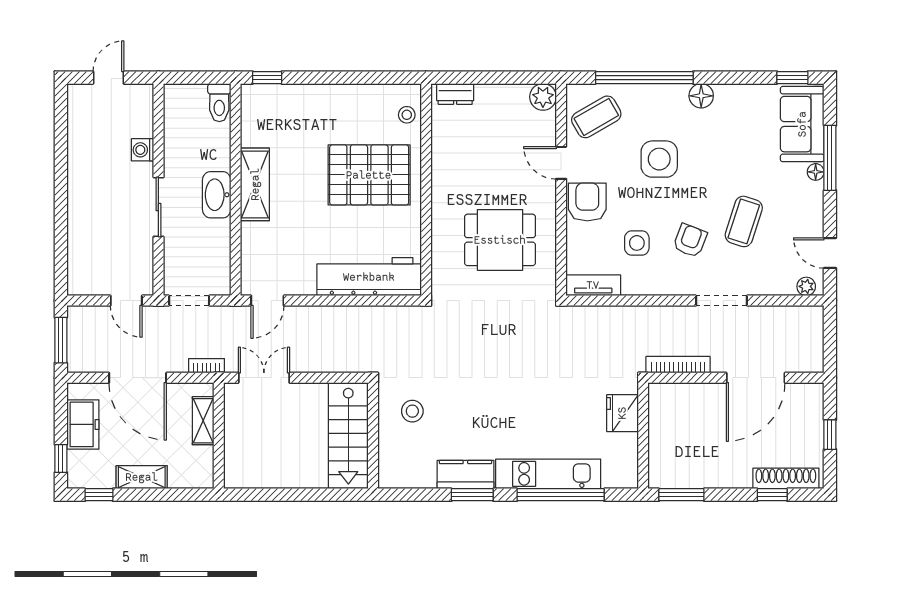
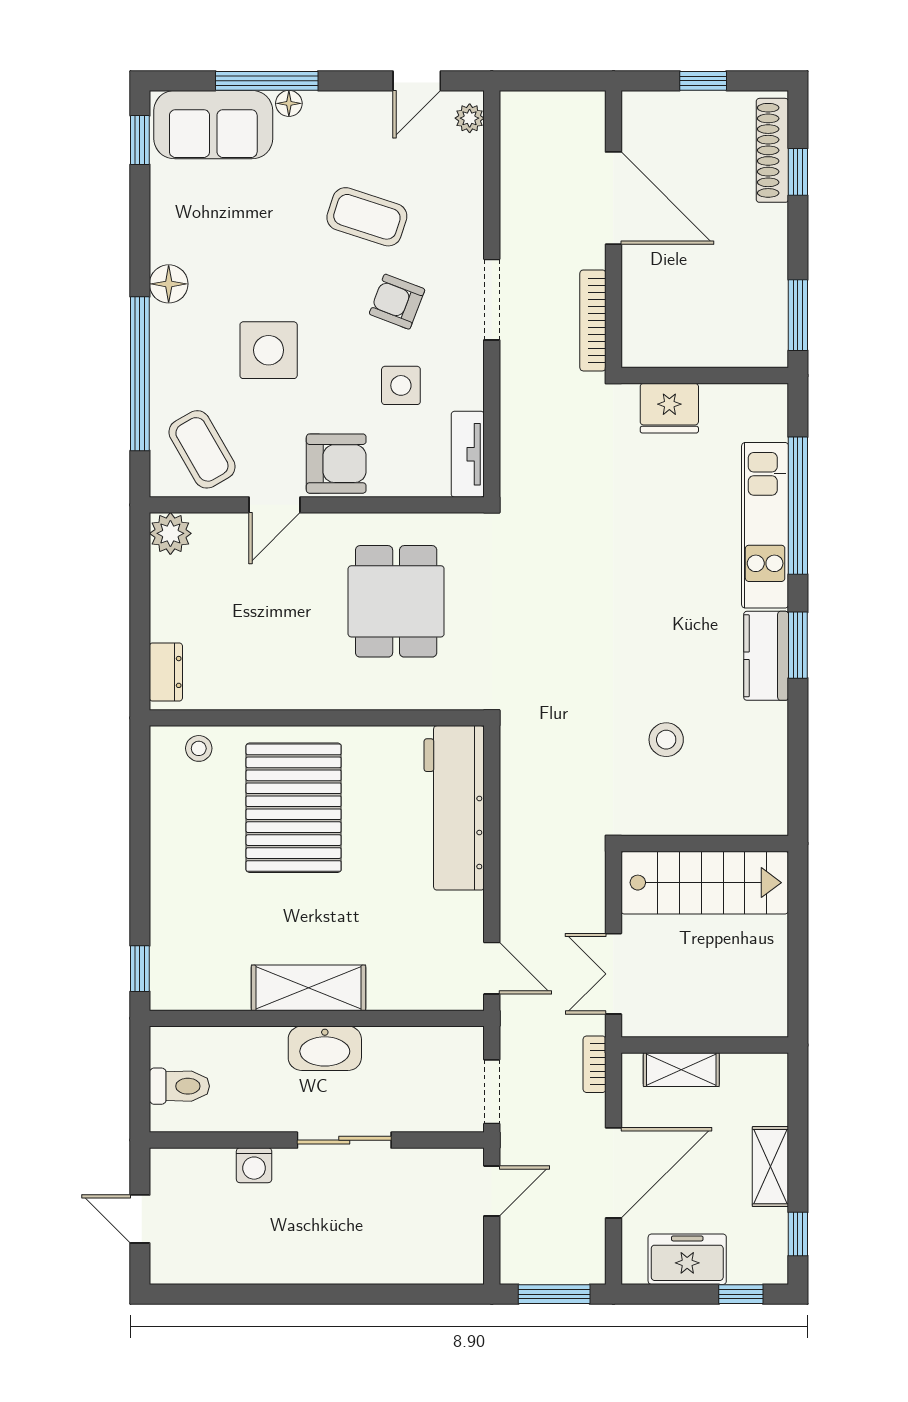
toilet: (219, 103) -> (179, 1086), moved
armchair: (587, 202) -> (336, 464), turned 180
doorway: (722, 301) -> (492, 300), moved
stairs: (348, 436) -> (705, 883), moved
wall: (373, 436) -> (705, 843), moved

